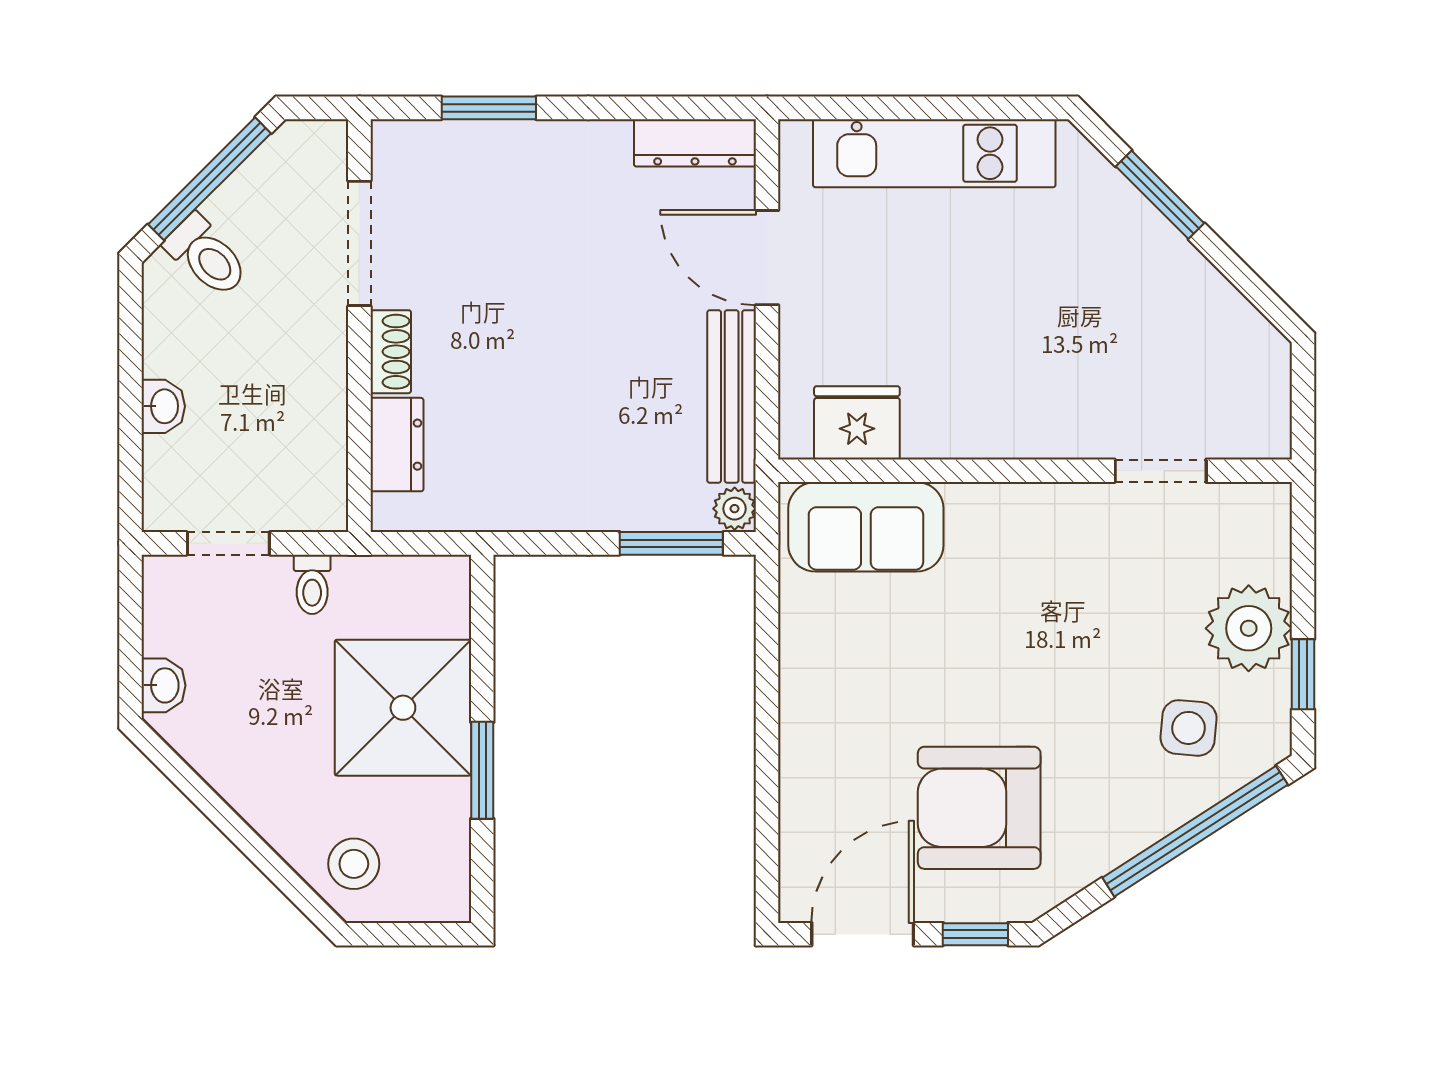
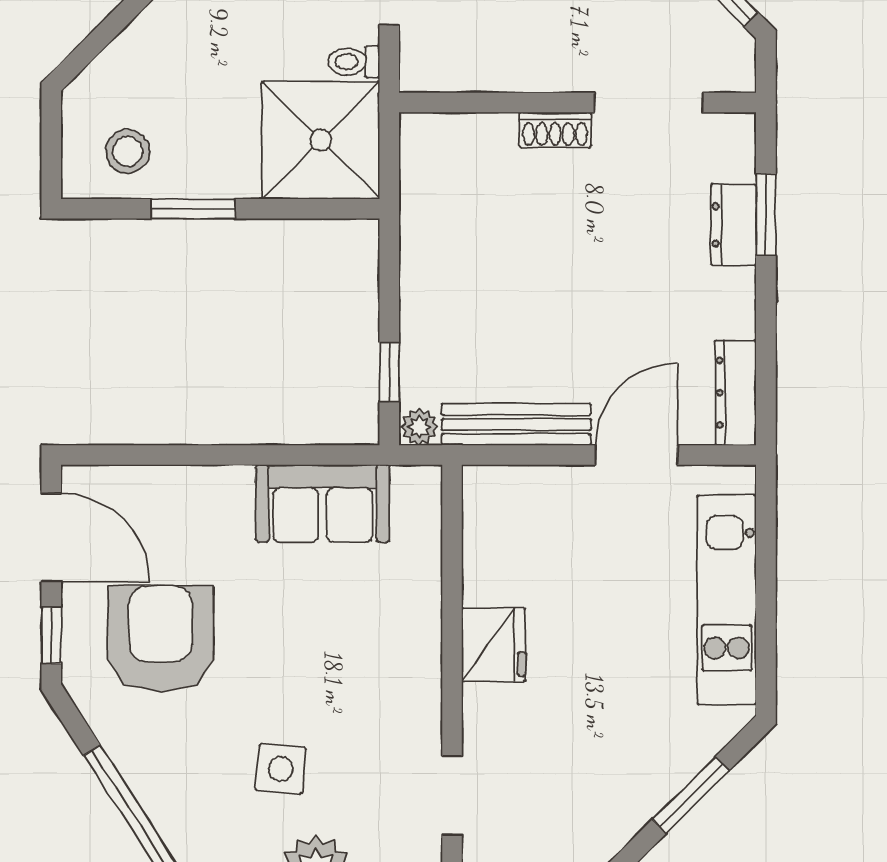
fridge: (857, 423) -> (494, 645), moved
dresser: (397, 445) -> (733, 225), moved, turned 90
sofa: (866, 527) -> (323, 503), moved, turned -90
window: (671, 543) -> (389, 372), width x0.67
shower: (403, 708) -> (321, 140), moved
side table: (1189, 728) -> (281, 769), moved
stool: (354, 864) -> (128, 151), moved

